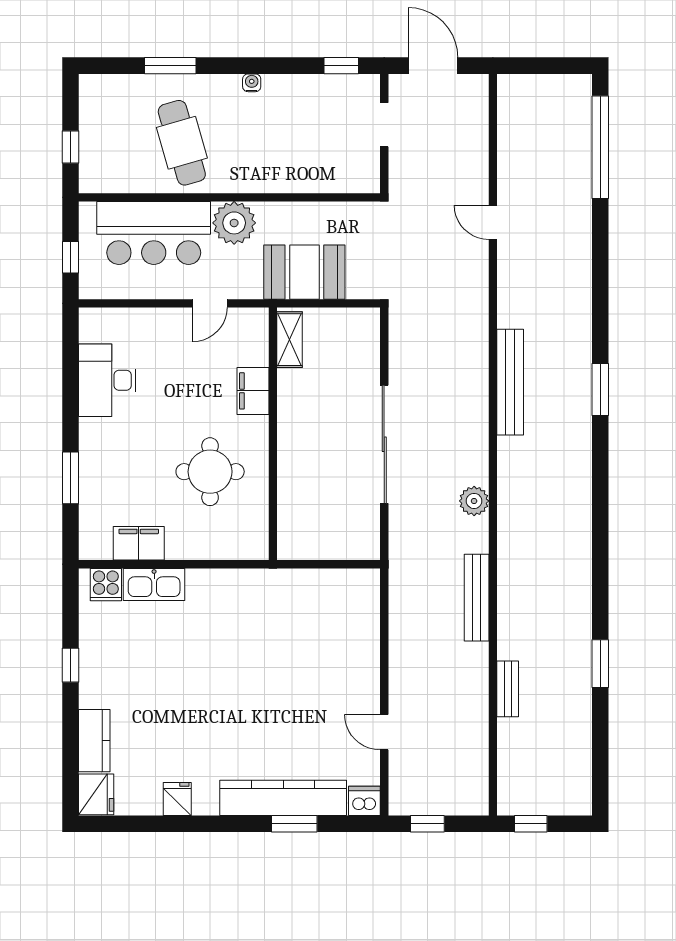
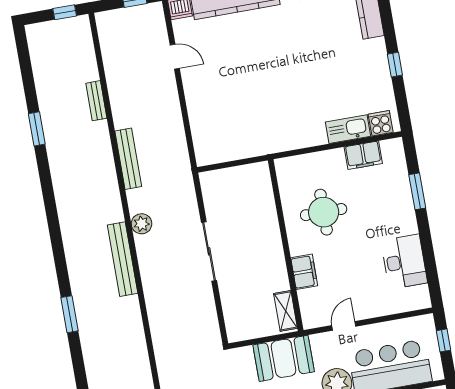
bench: (510, 382) -> (123, 259), moved
sliding door: (384, 444) -> (209, 251), width x0.73

